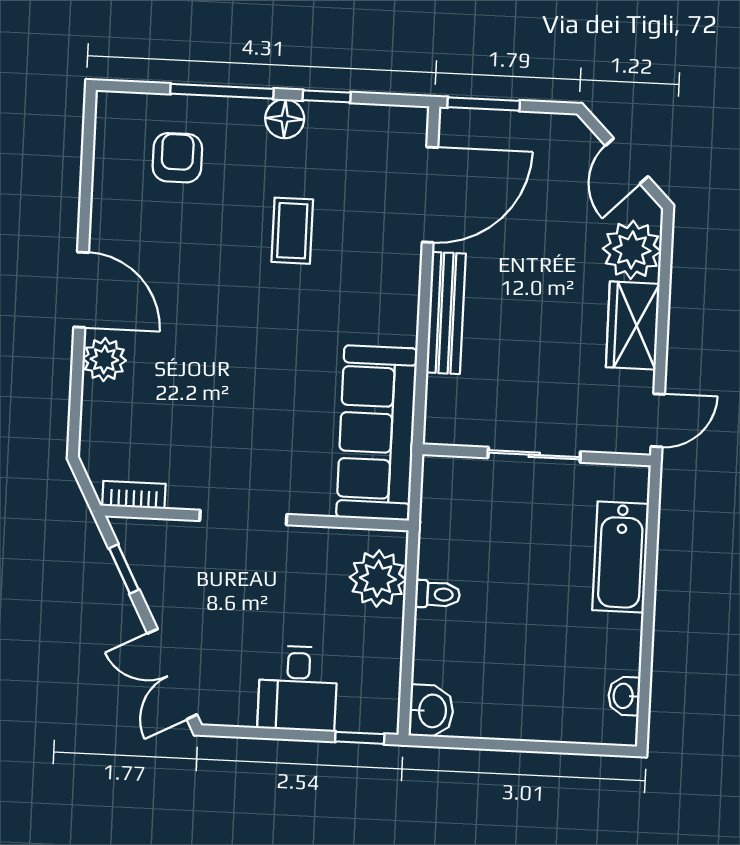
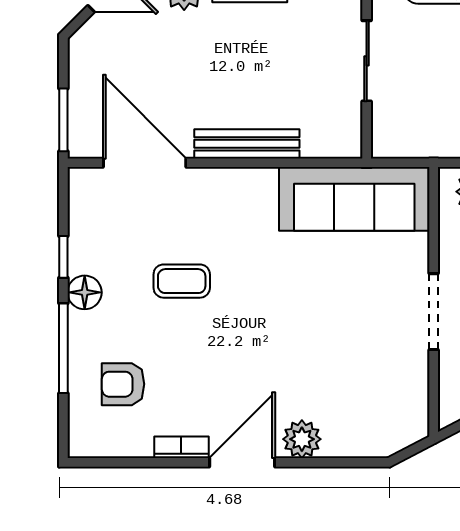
bookcase: (134, 495) -> (181, 447), moved, turned 90

